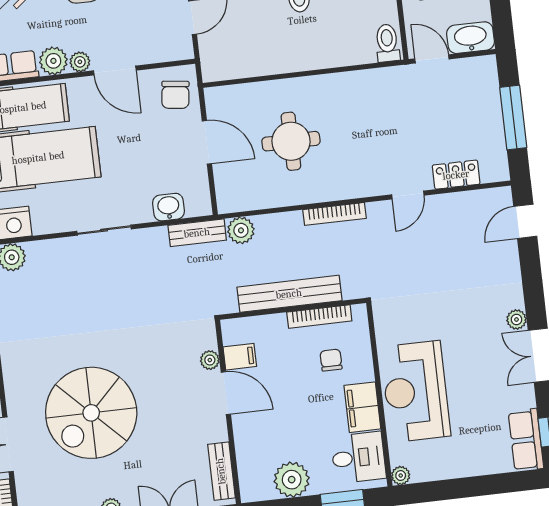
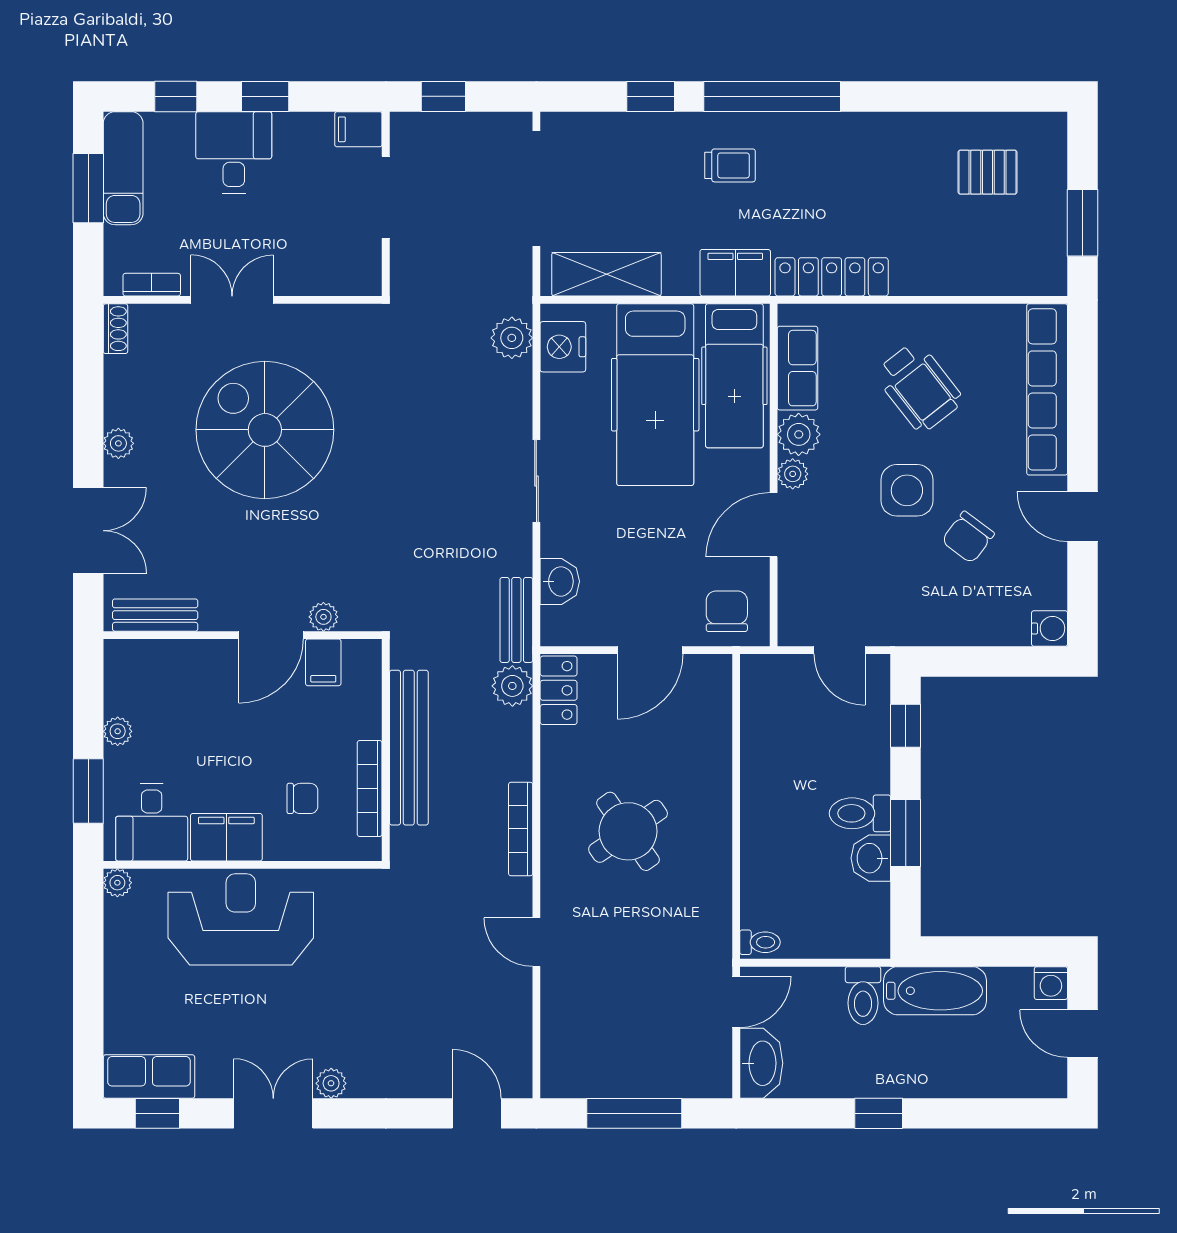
toilet: (387, 43) -> (760, 942), width x0.73, depth x0.72
chair: (175, 95) -> (727, 611), turned 83
round table: (291, 141) -> (628, 831), moved, turned -35
locker: (456, 175) -> (559, 690), moved
plant: (292, 480) -> (118, 731), width x0.53, depth x0.53

